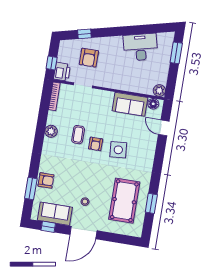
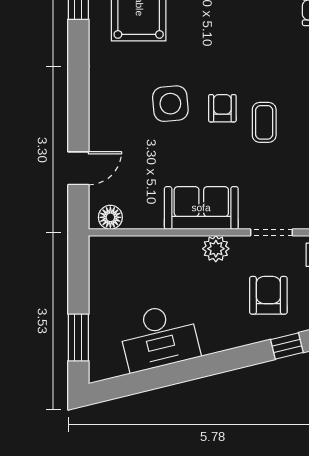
plant: (159, 91) -> (216, 249), moved
sofa: (130, 104) -> (201, 208), moved
door: (164, 128) -> (78, 168), hinge flipped

